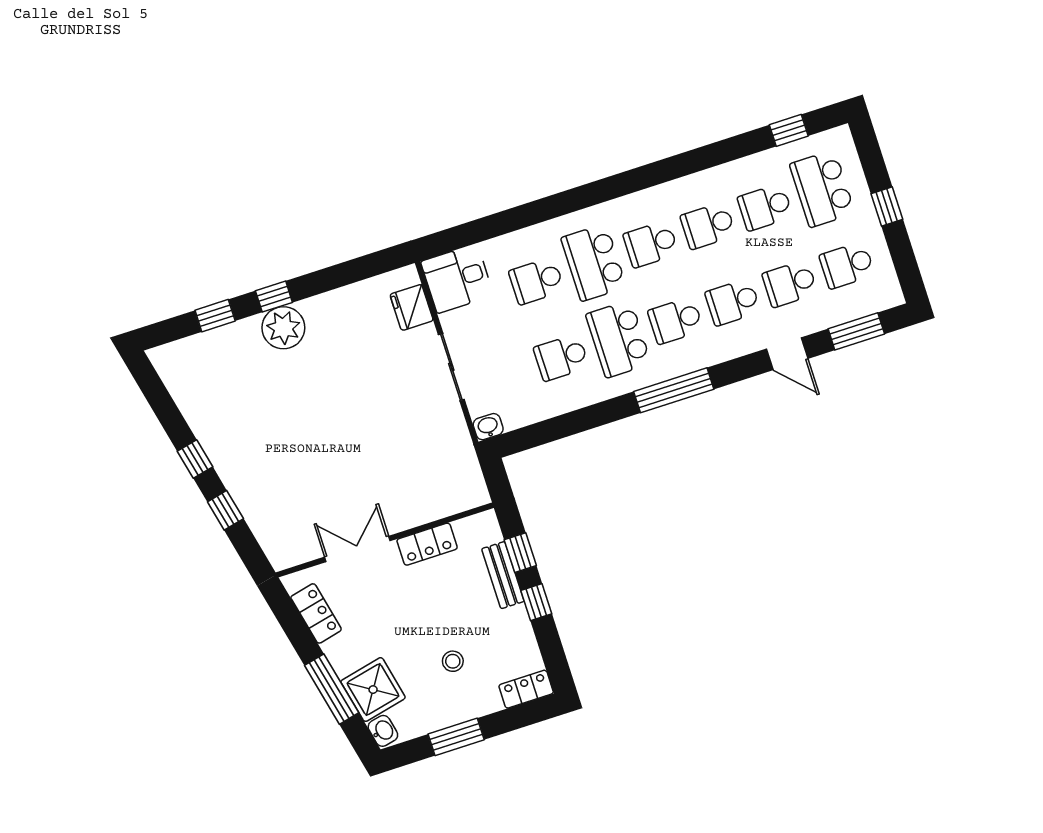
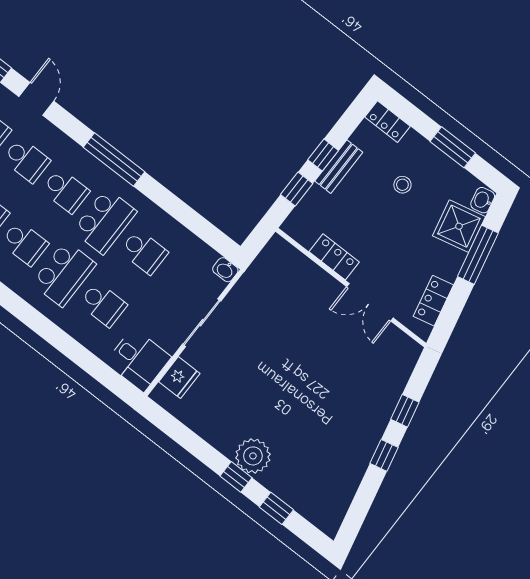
bench: (503, 575) -> (339, 167), moved

